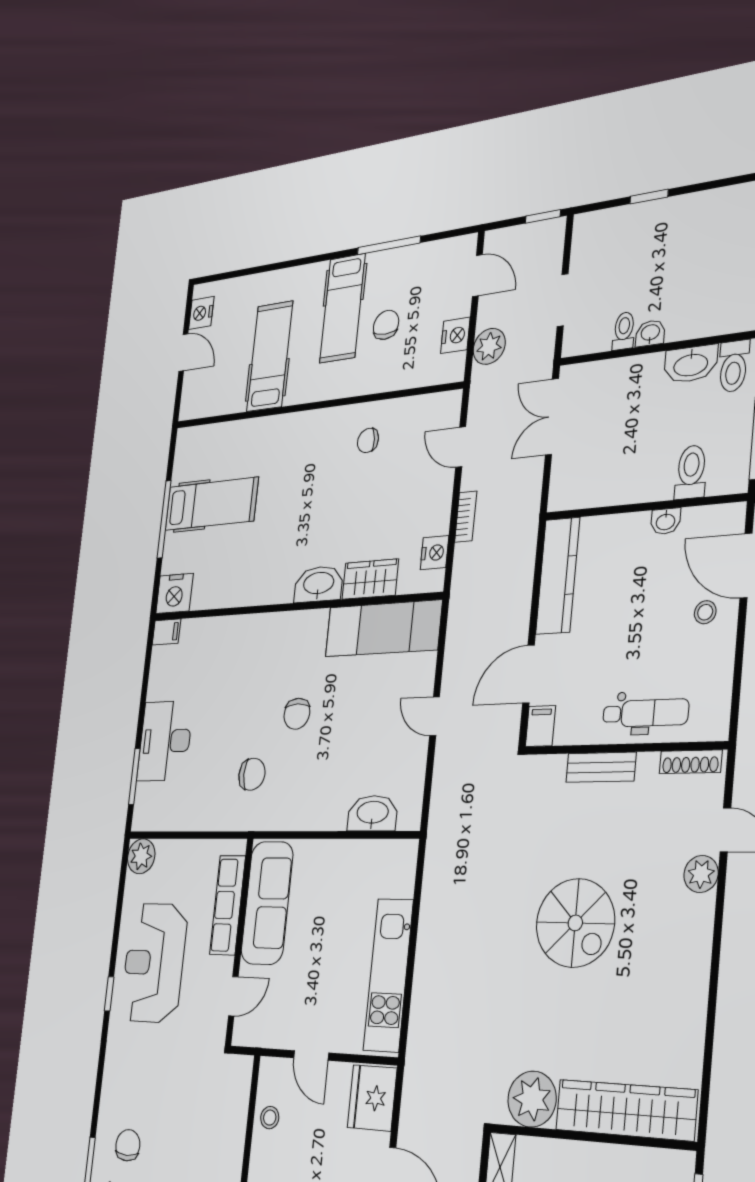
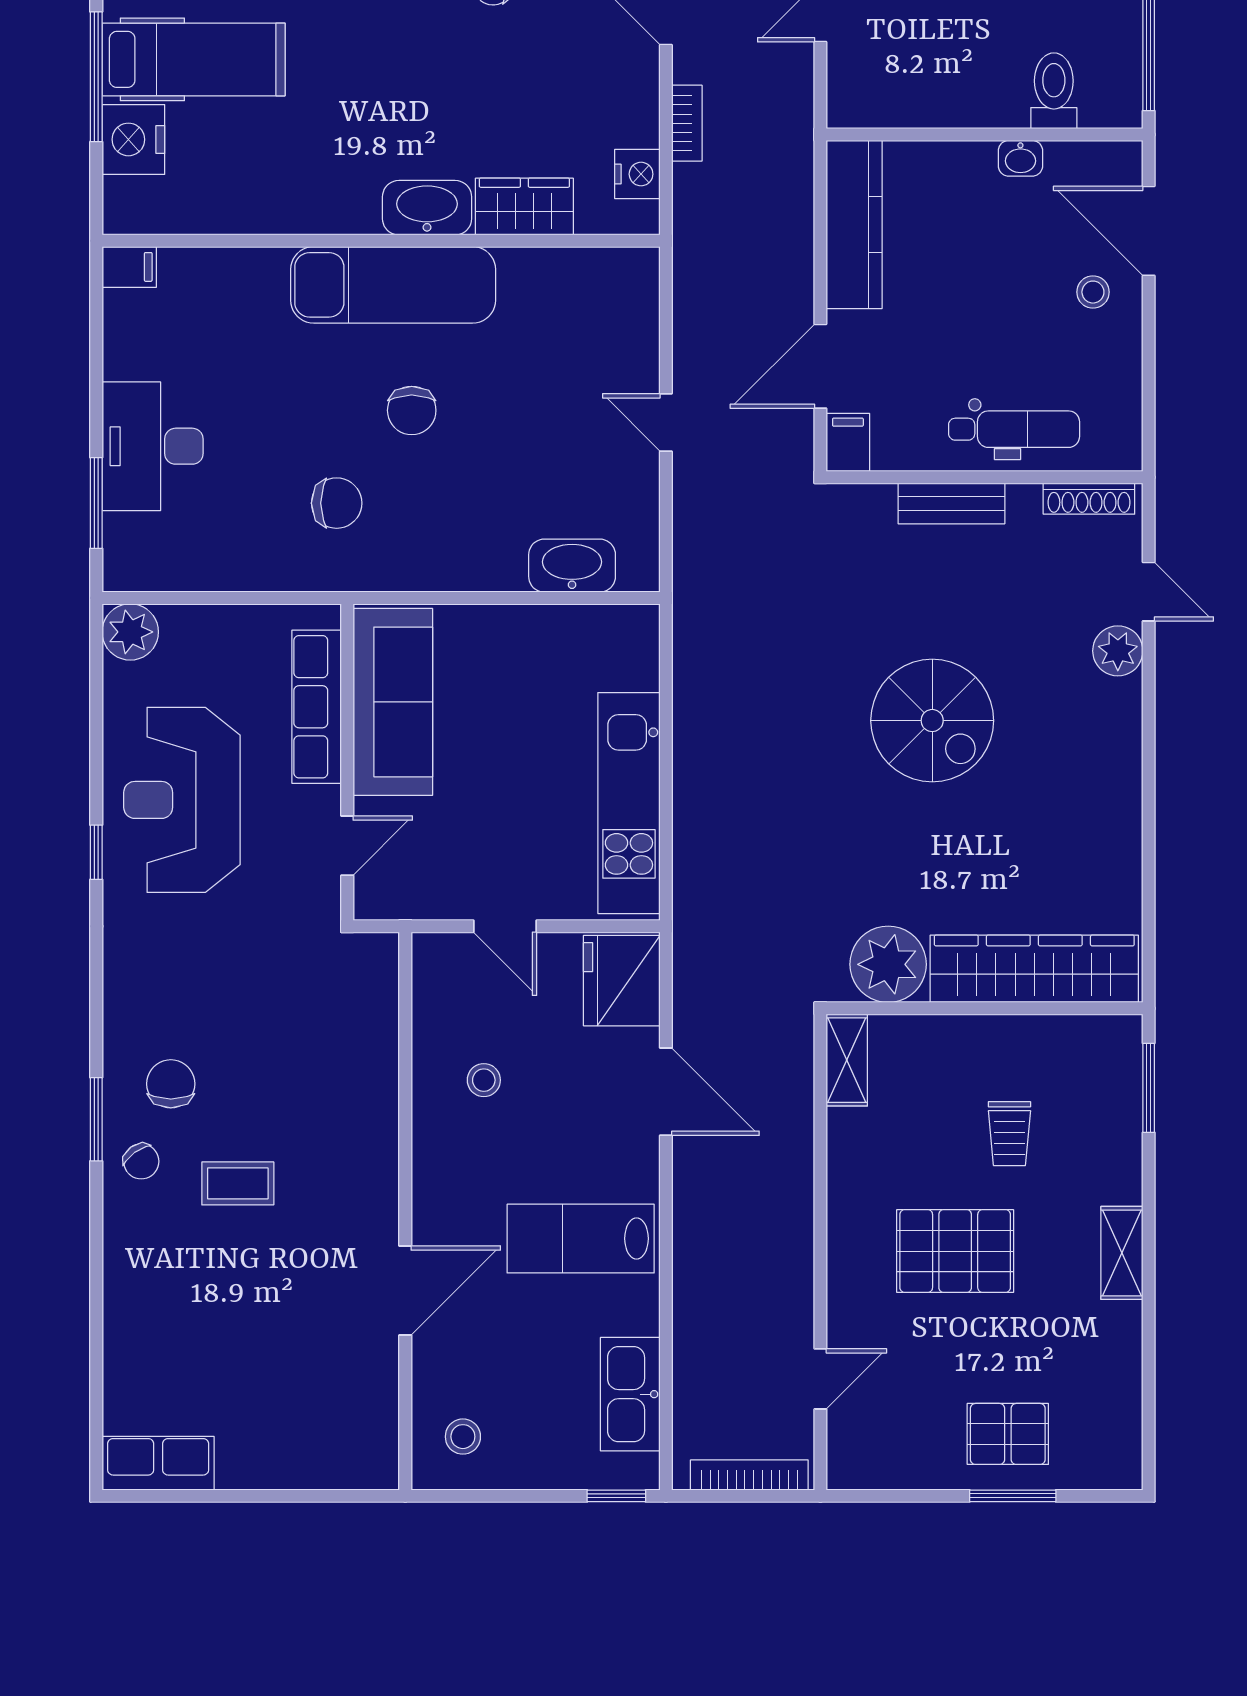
nightstand: (175, 593) -> (133, 139), moved, turned 90
exam couch: (383, 628) -> (393, 285), moved
stool: (270, 1118) -> (484, 1080), moved

